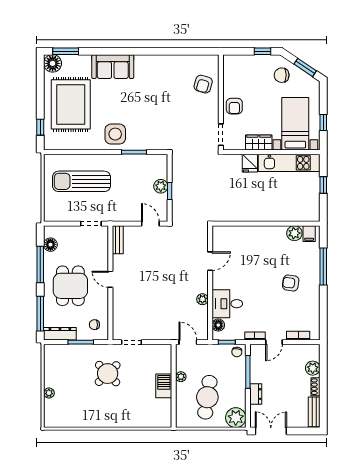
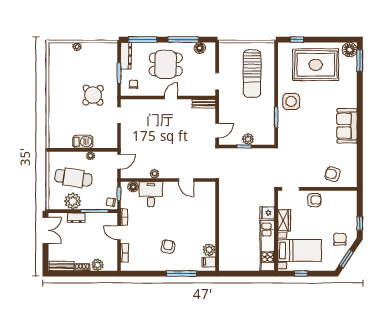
sofa: (113, 67) -> (347, 126), moved
armchair: (234, 106) -> (314, 200), turned 180
sun lounger: (81, 181) -> (252, 74), turned 180
window: (323, 185) -> (249, 274), removed
plant: (236, 418) -> (73, 201), moved

